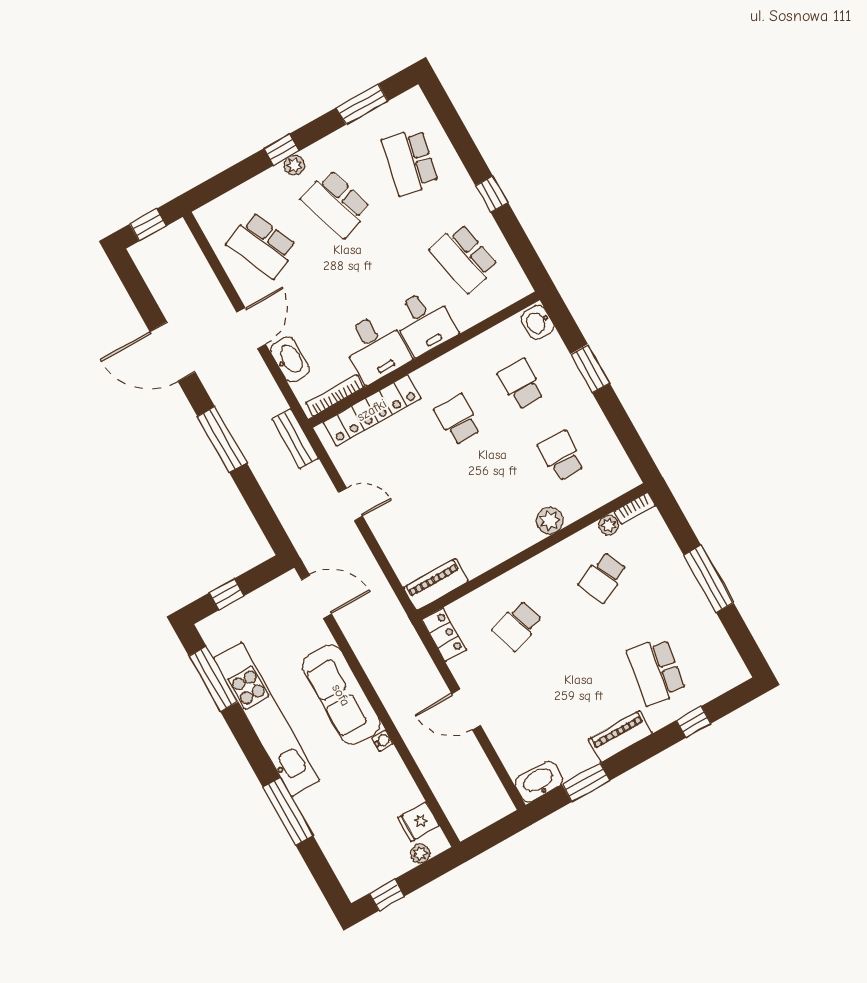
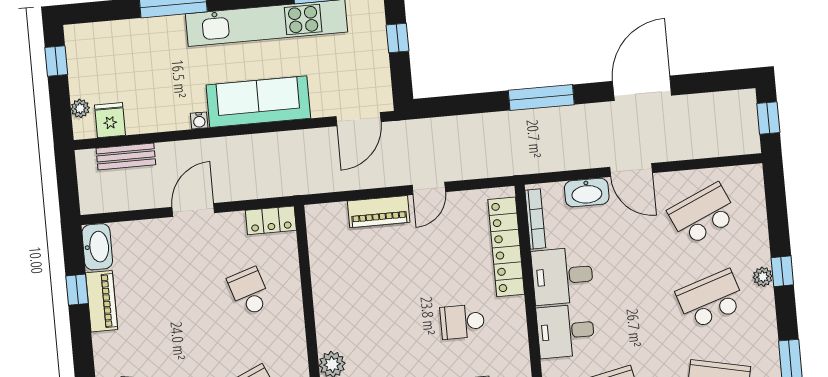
school desk: (458, 420) -> (462, 322), turned 180
bench: (295, 439) -> (126, 156), moved
piano: (436, 584) -> (379, 212), moved, turned 90
piano: (620, 736) -> (102, 301), moved
window: (586, 783) -> (77, 290), width x0.67

